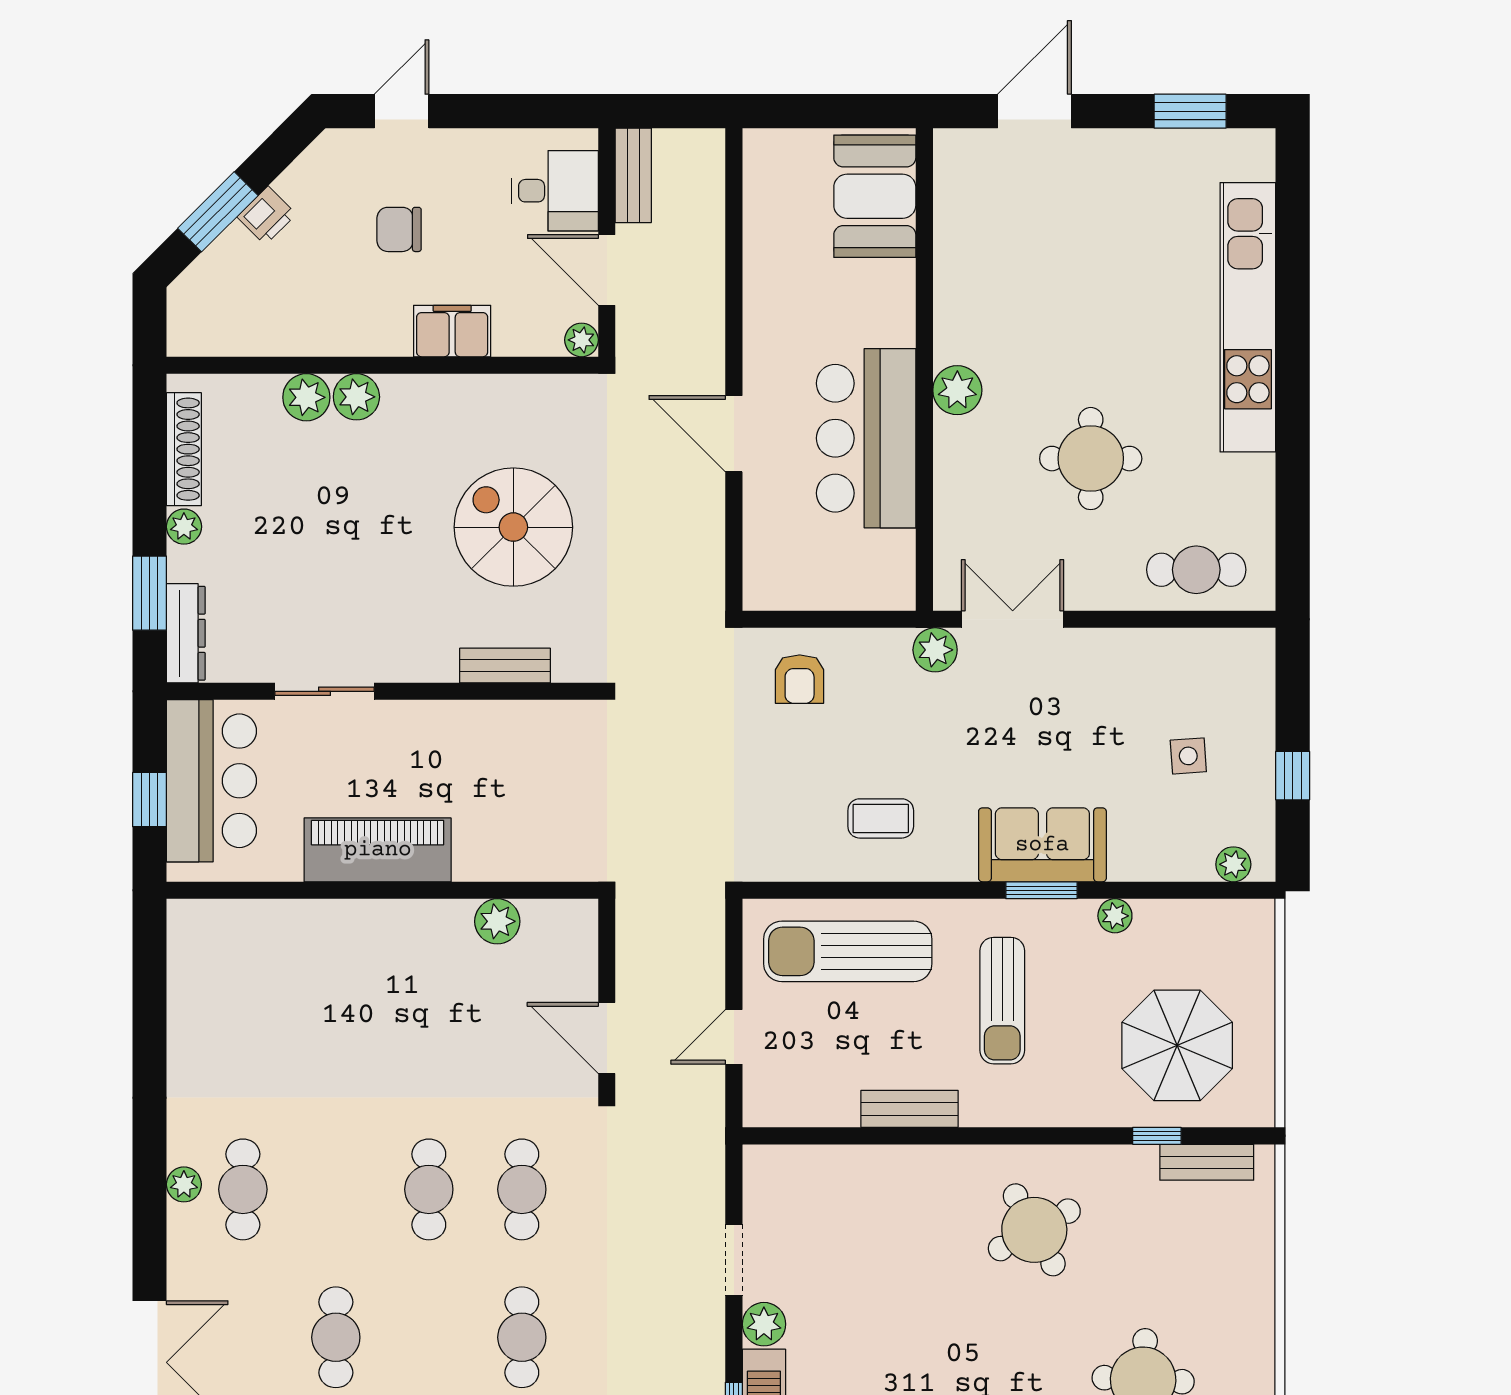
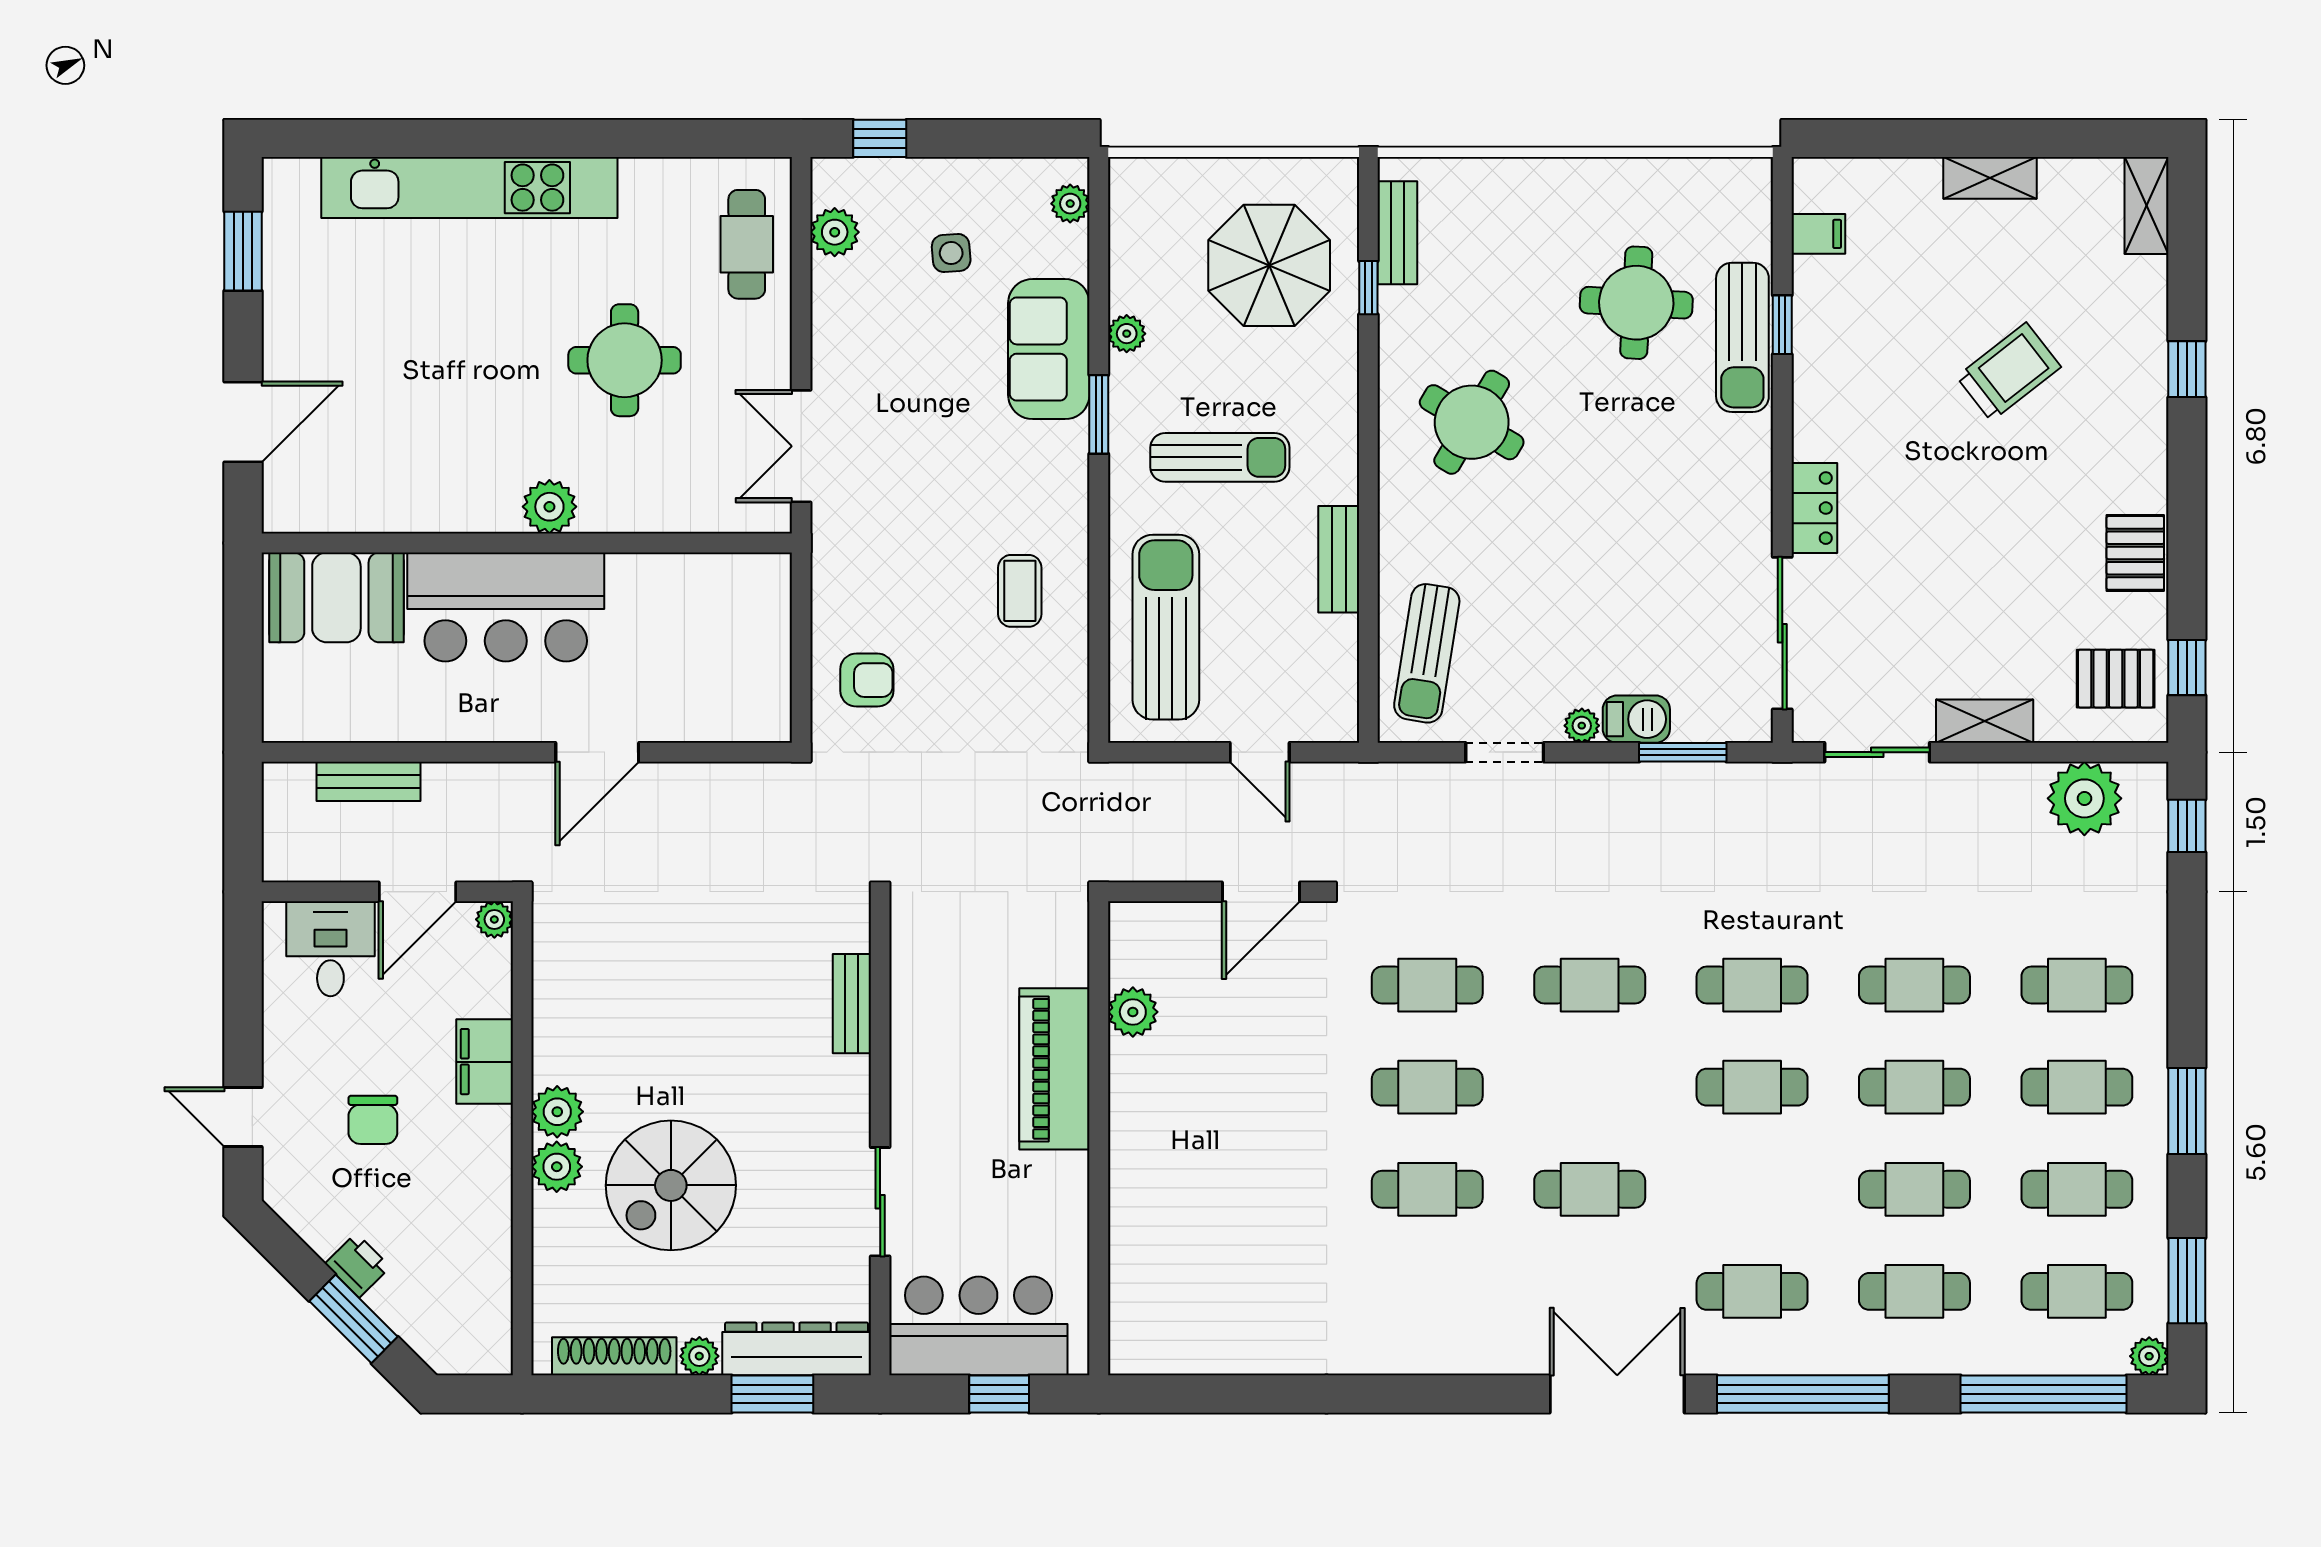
door: (1034, 111) -> (243, 422), swing flipped
bench: (633, 175) -> (369, 781), moved
plant: (306, 397) -> (557, 1112), moved
bar counter: (866, 438) -> (506, 607), moved
spiral stairs: (513, 527) -> (671, 1185), moved
dresser: (186, 633) -> (797, 1349), width x1.37, depth x1.24
plant: (935, 650) -> (835, 232), moved
window: (1293, 776) -> (880, 138), moved
sofa: (1042, 845) -> (1049, 349), moved
piano: (378, 850) -> (1054, 1069), moved
sun lounger: (848, 951) -> (1166, 627), turned 180
plant: (184, 1184) -> (1422, 1356), removed
cafe table: (243, 1189) -> (1427, 1189), moved
sun lounger: (824, 1189) -> (1427, 653), added
round table: (1034, 1230) -> (1472, 422), turned -30
plant: (764, 1324) -> (1582, 726), width x0.73, depth x0.73

